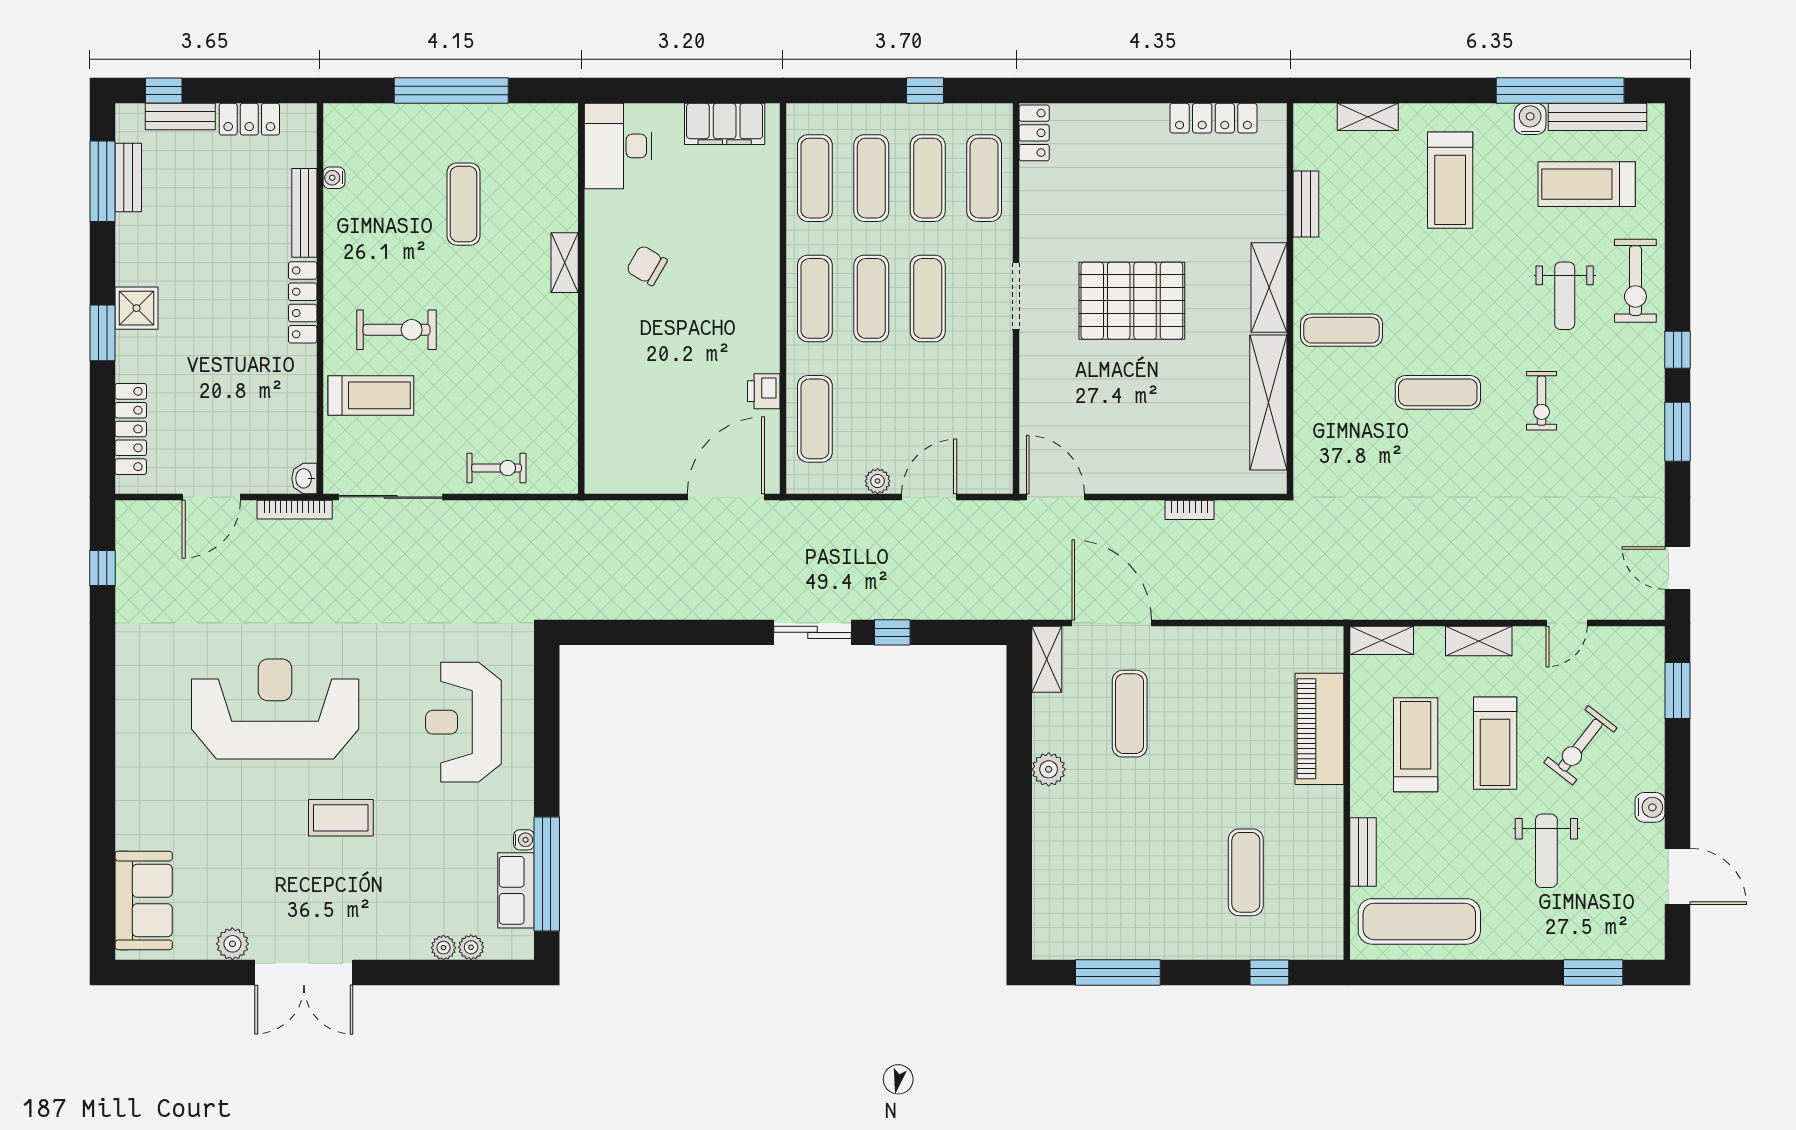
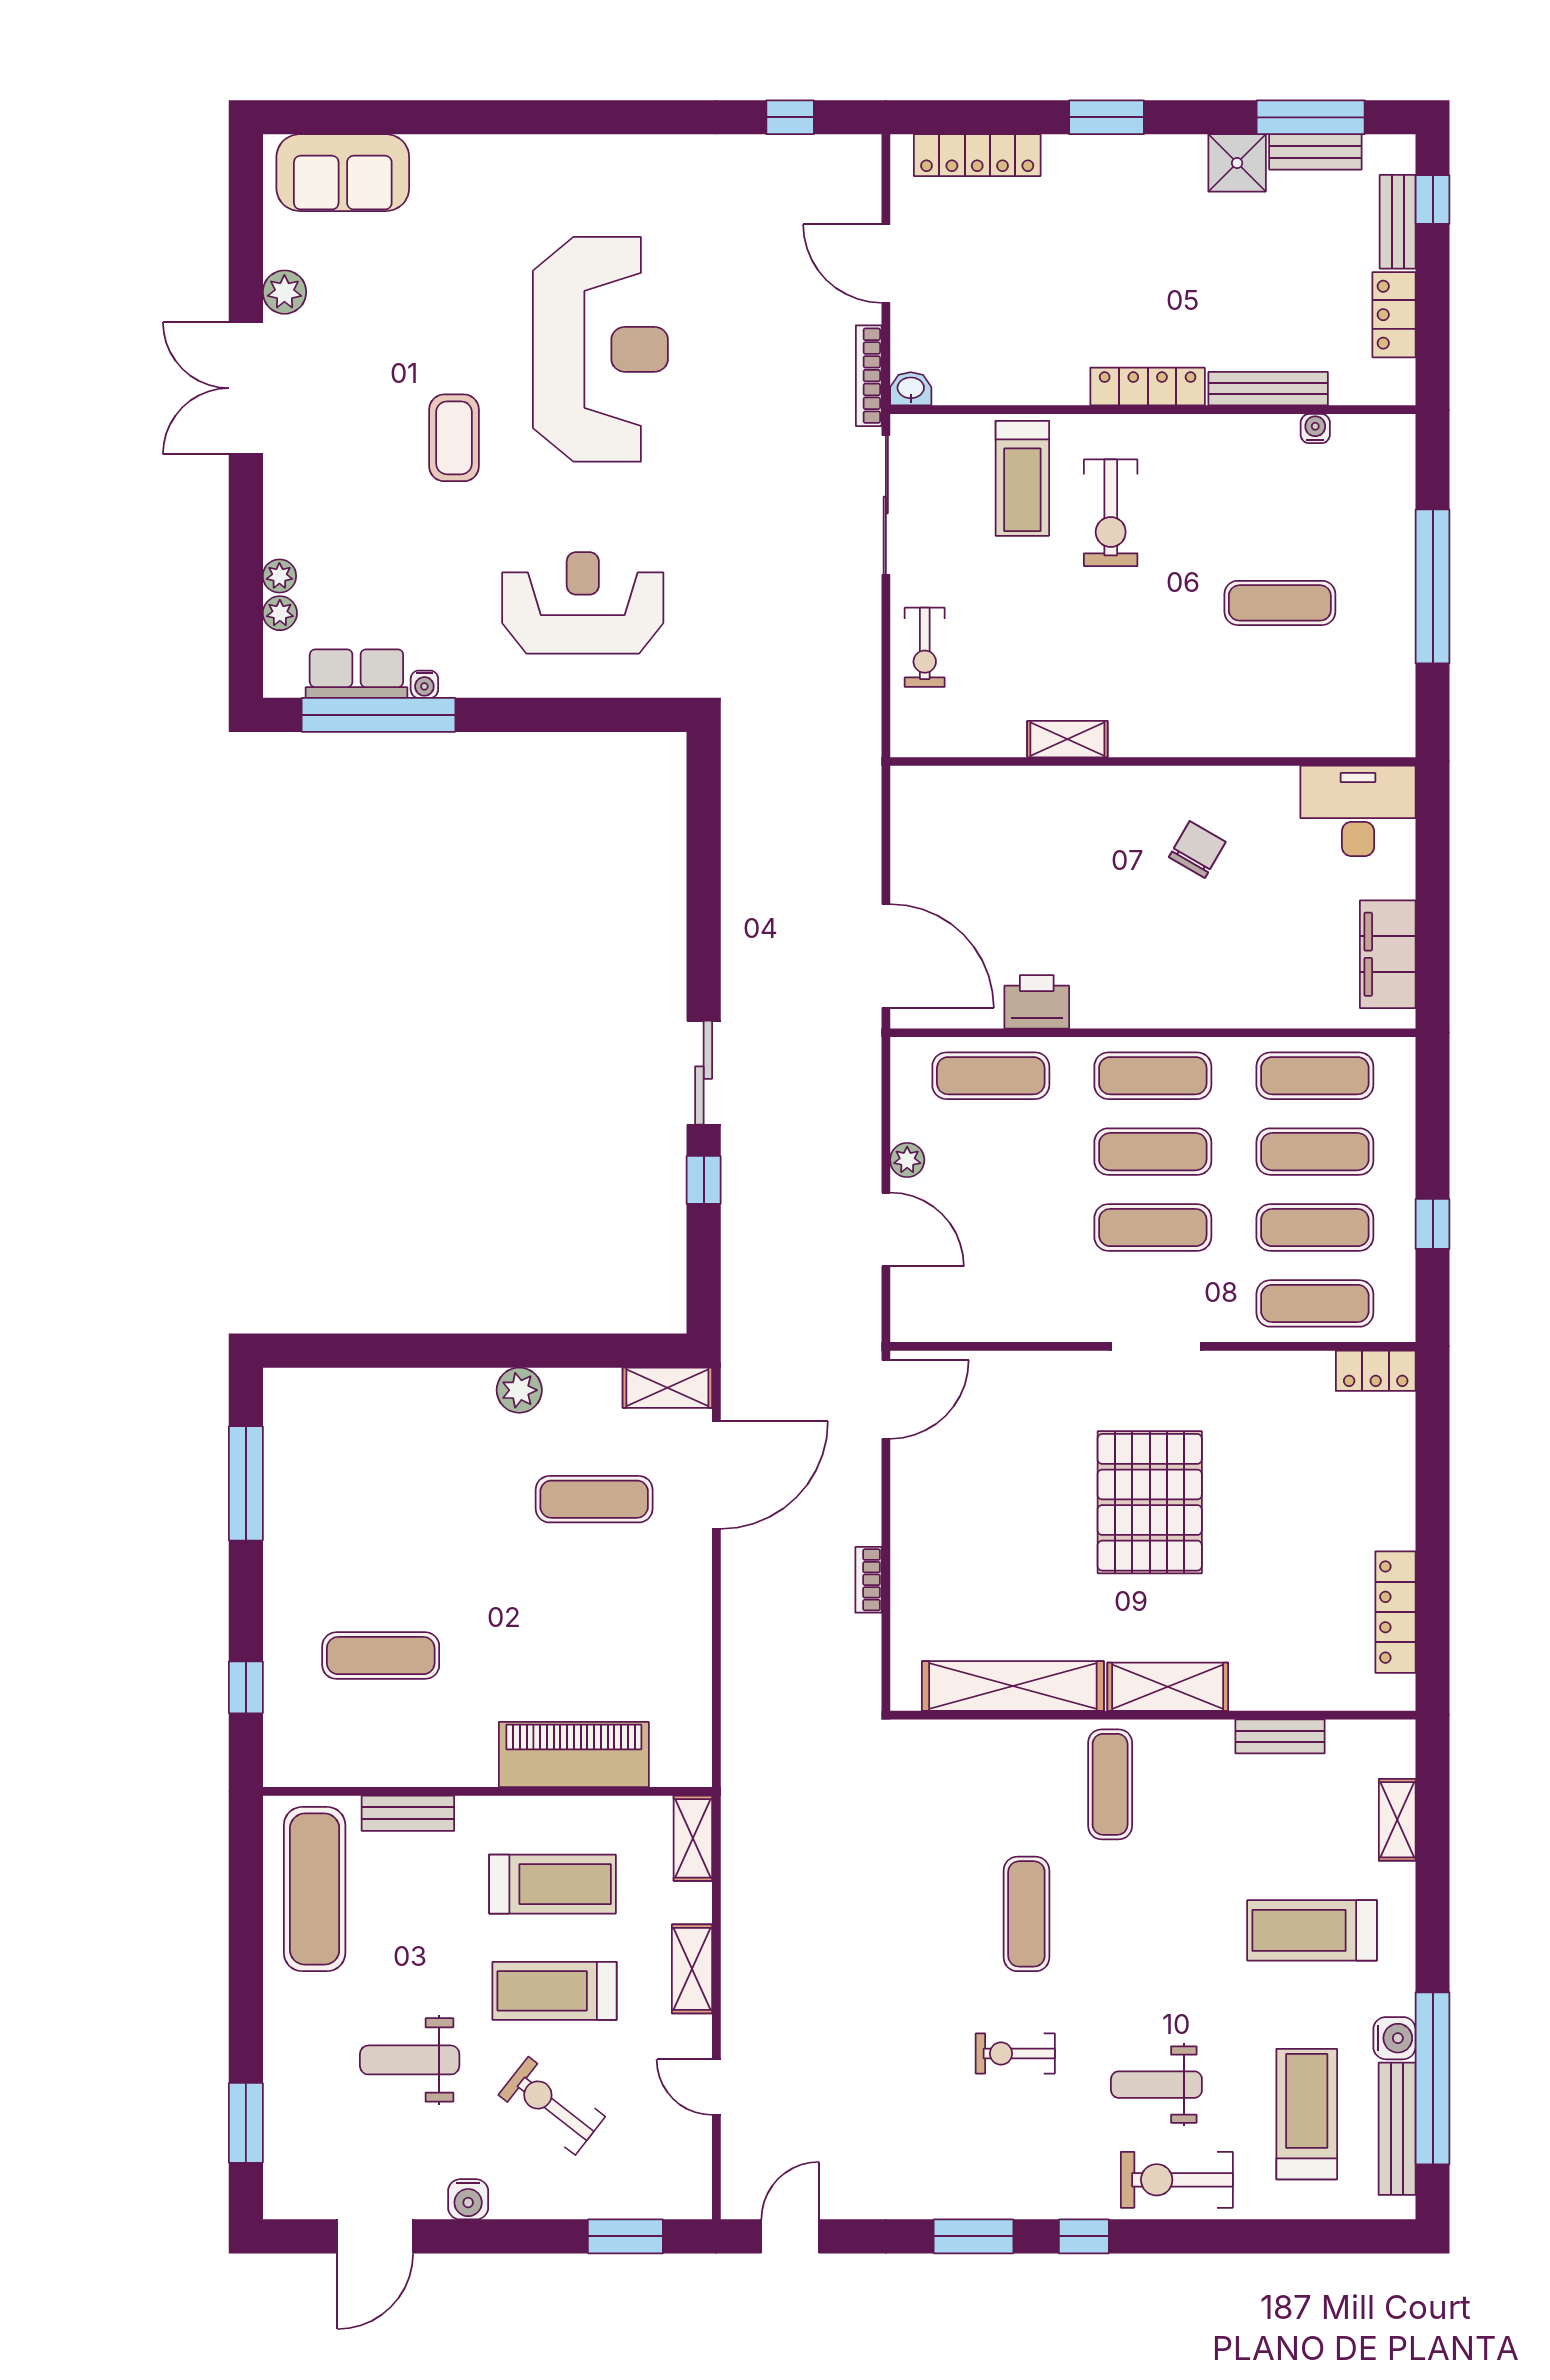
shelving: (565, 263) -> (1067, 739), moved
shower: (137, 308) -> (1237, 163), moved
printer: (764, 391) -> (1037, 1002), width x1.36, depth x1.24

